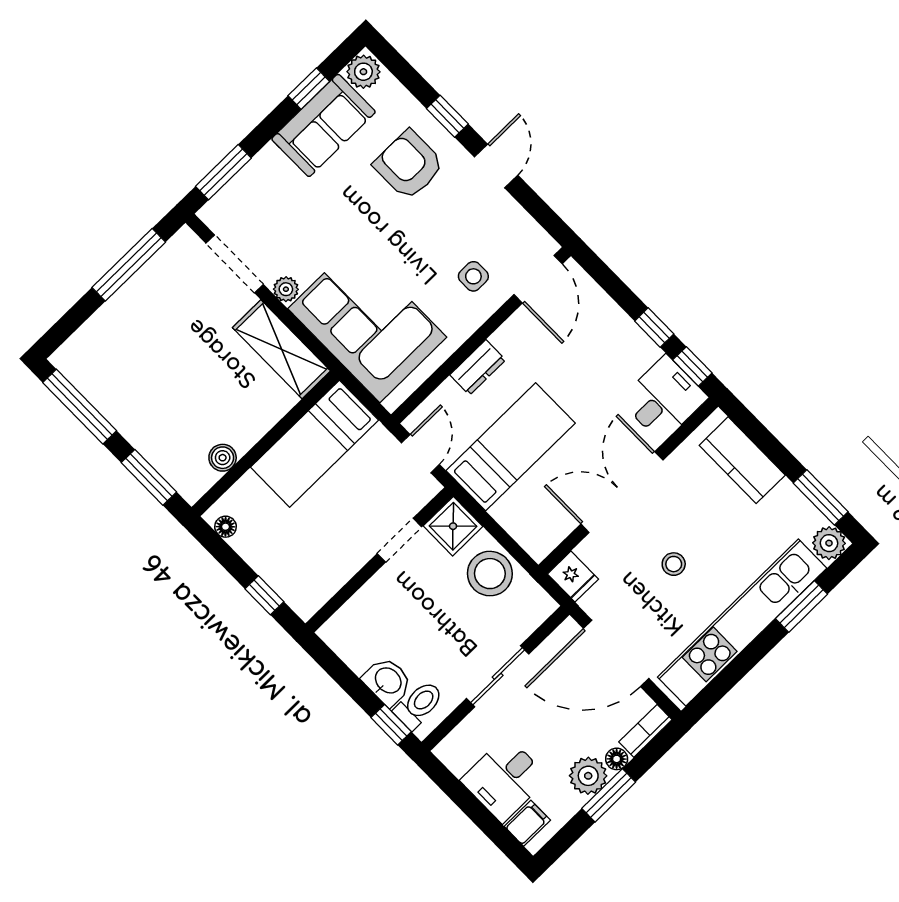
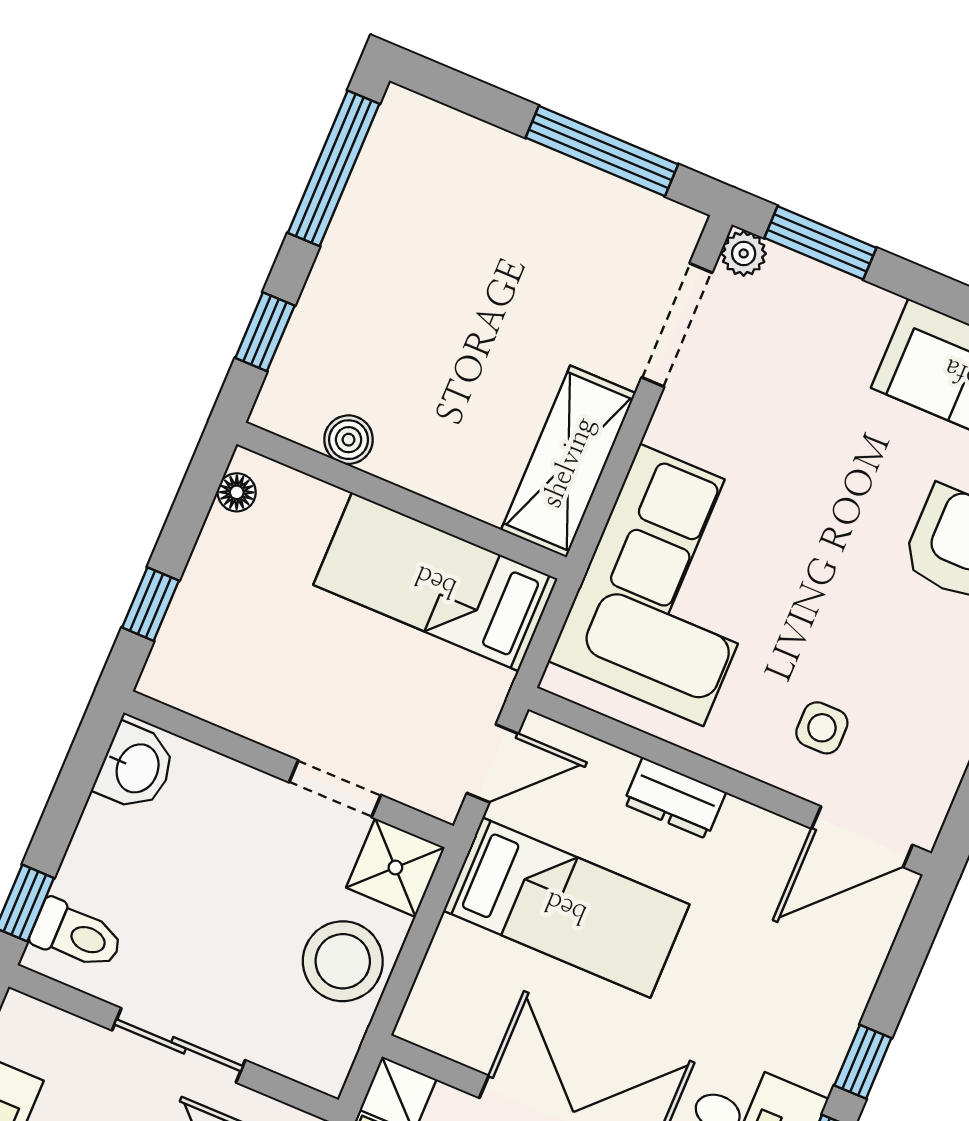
plant: (286, 289) -> (744, 253), moved
window: (149, 477) -> (265, 332), width x0.67
washbasin: (387, 681) -> (136, 768), moved

